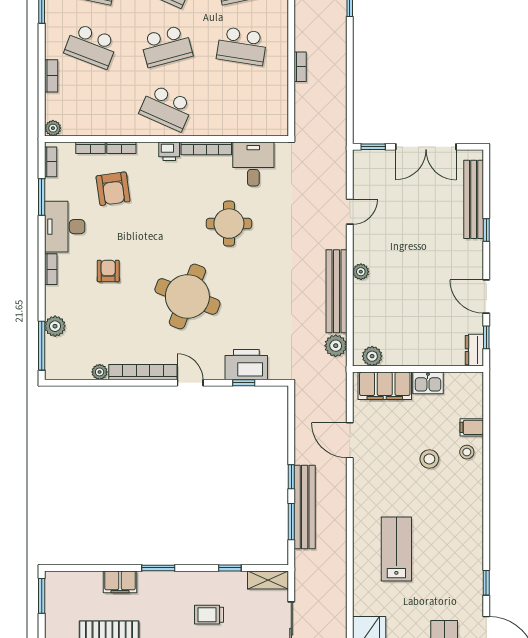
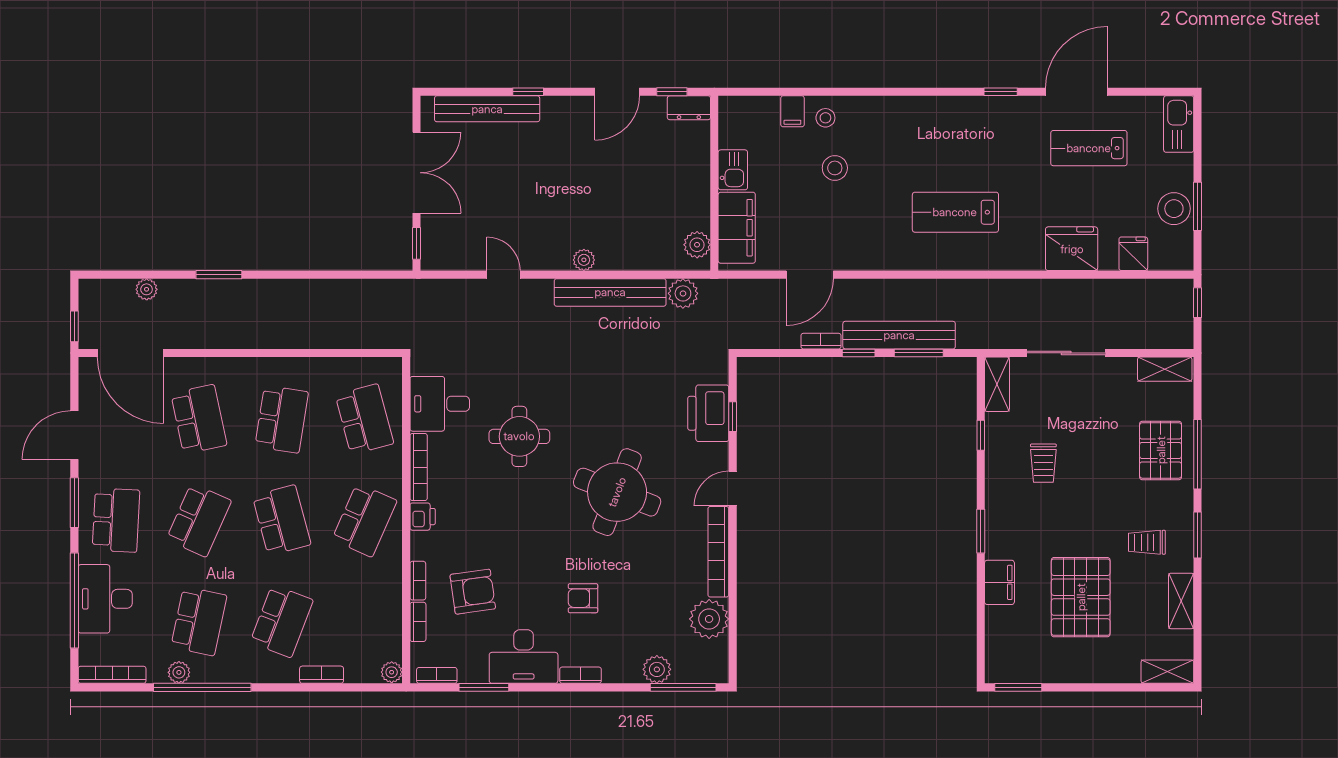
bookcase: (300, 67) -> (821, 341), moved
school desk: (242, 108) -> (364, 419), added
plant: (100, 372) -> (709, 619), width x1.88, depth x1.88

